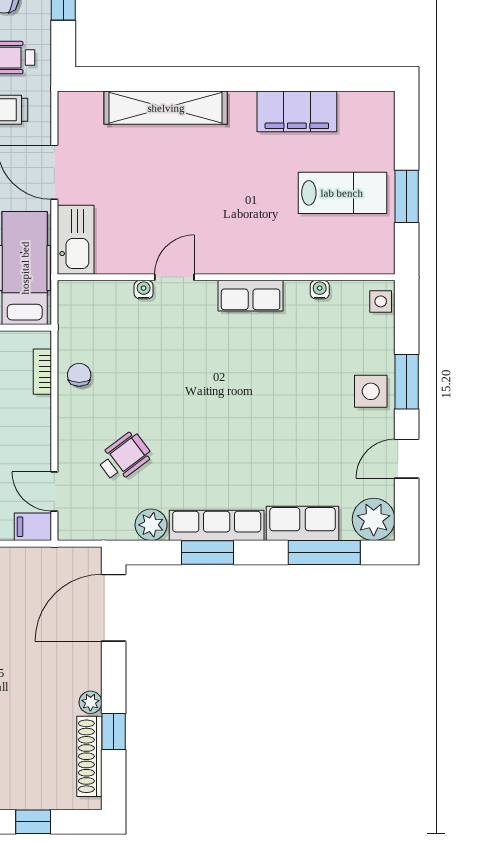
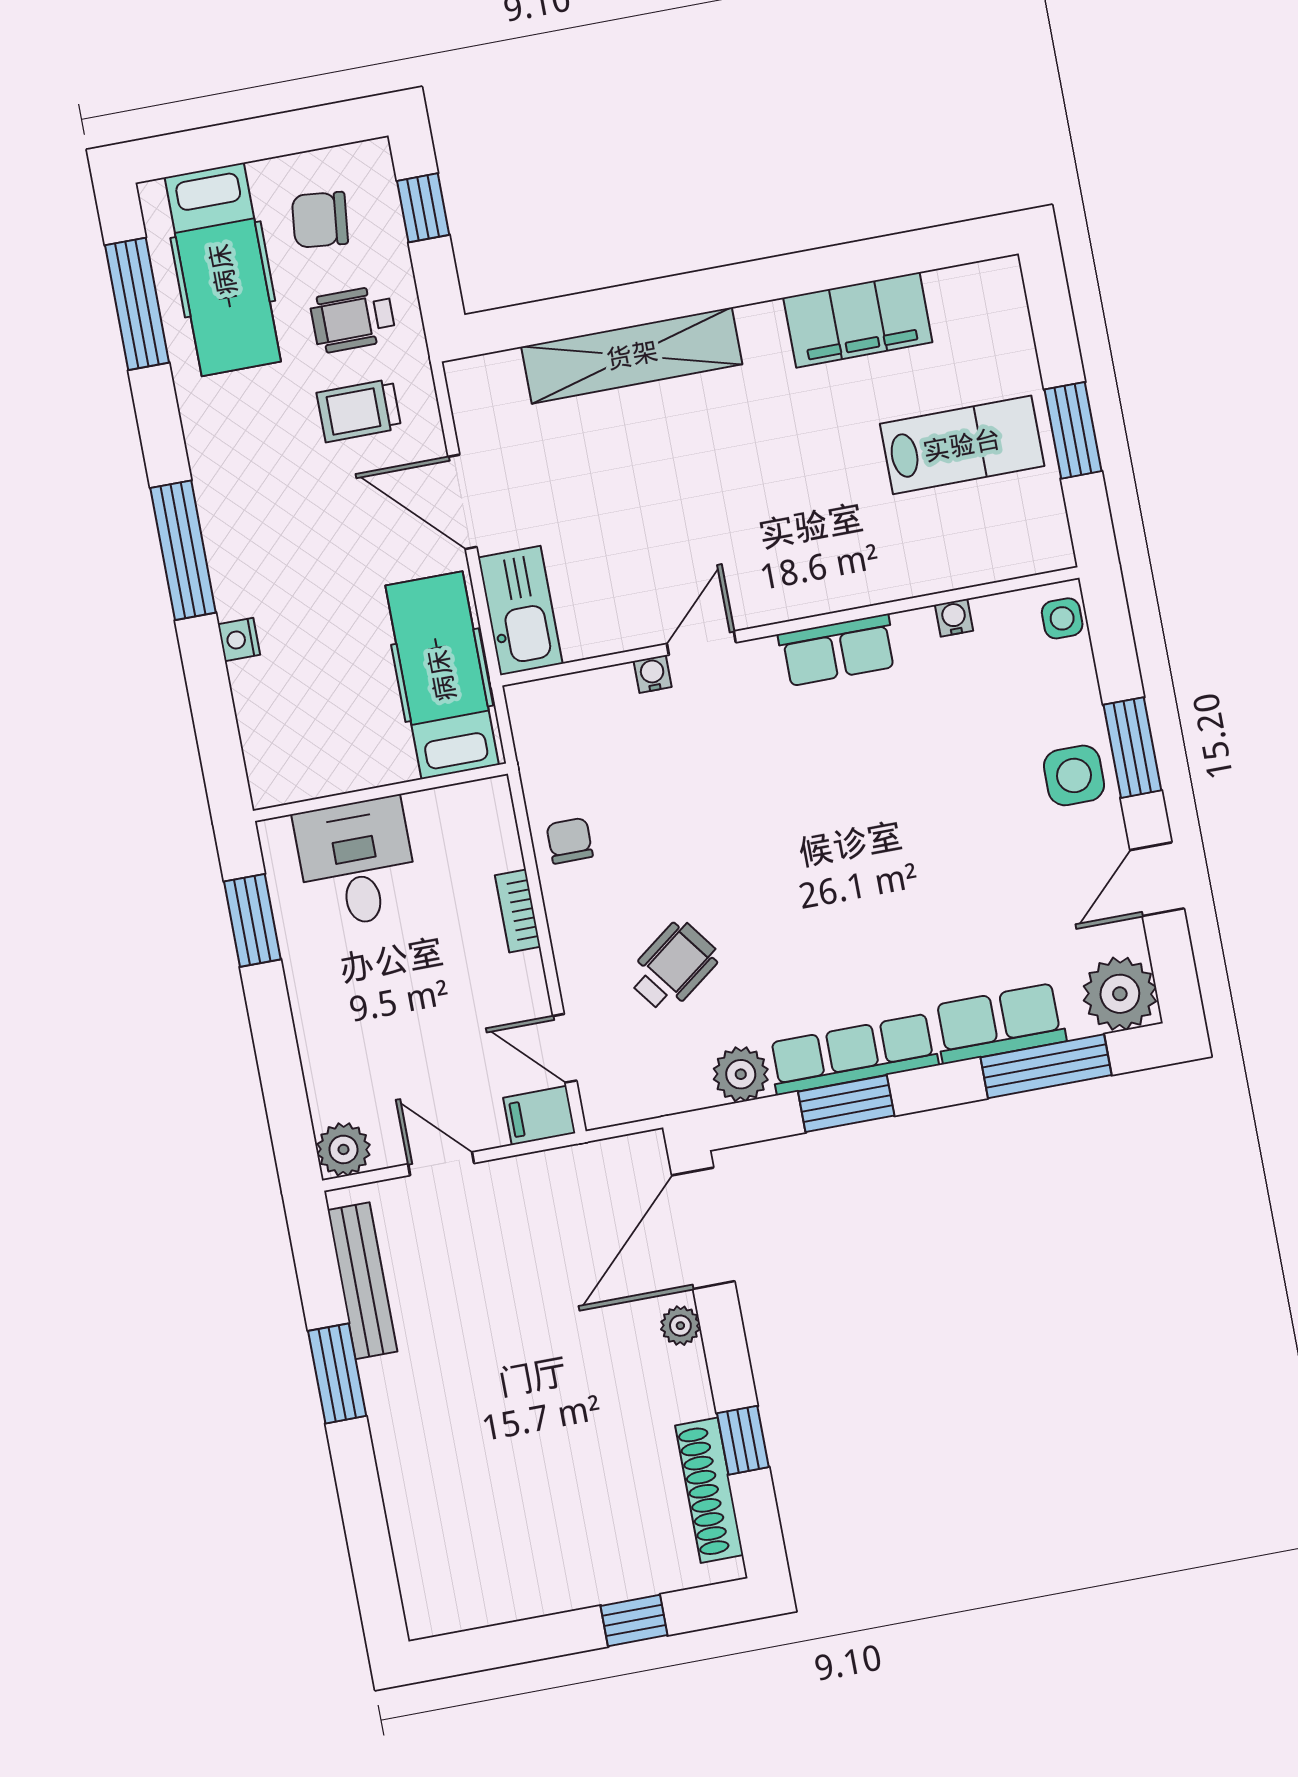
bookcase: (42, 372) -> (518, 911), moved
plant: (90, 702) -> (680, 1326), moved

